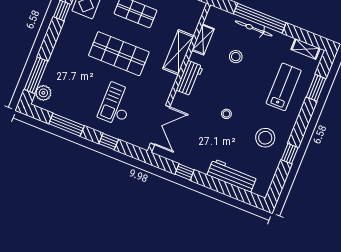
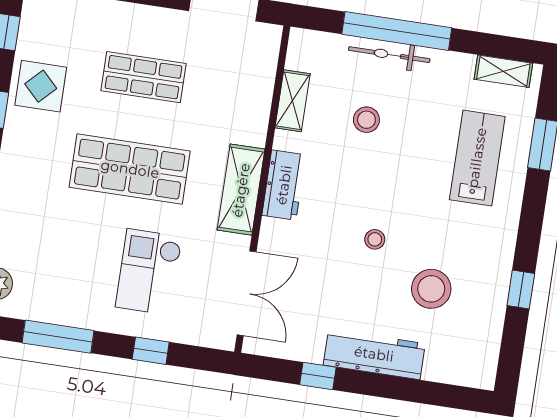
shelving: (178, 52) -> (241, 190), moved
stool: (265, 138) -> (431, 289), moved
workbench: (232, 175) -> (374, 354), moved

